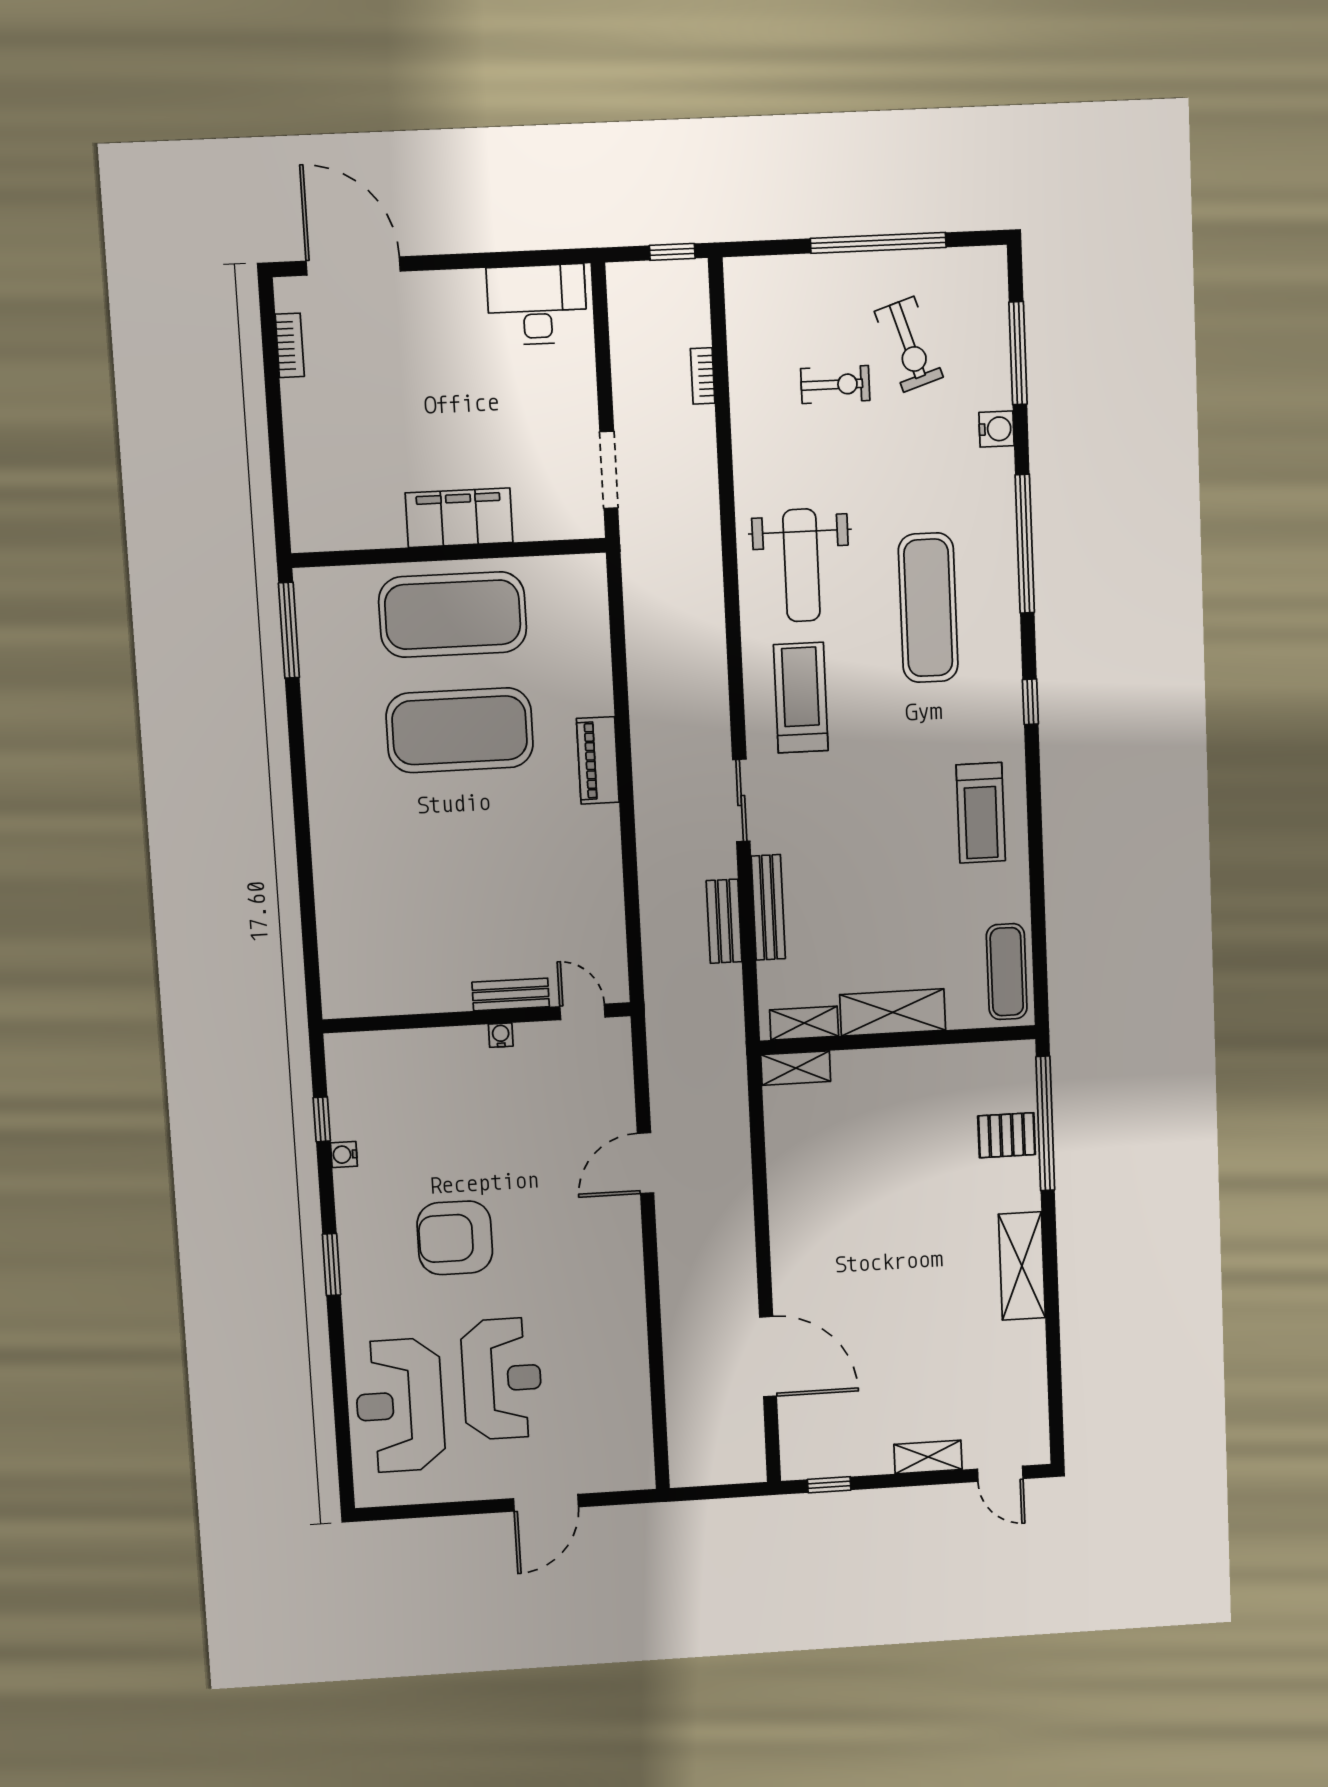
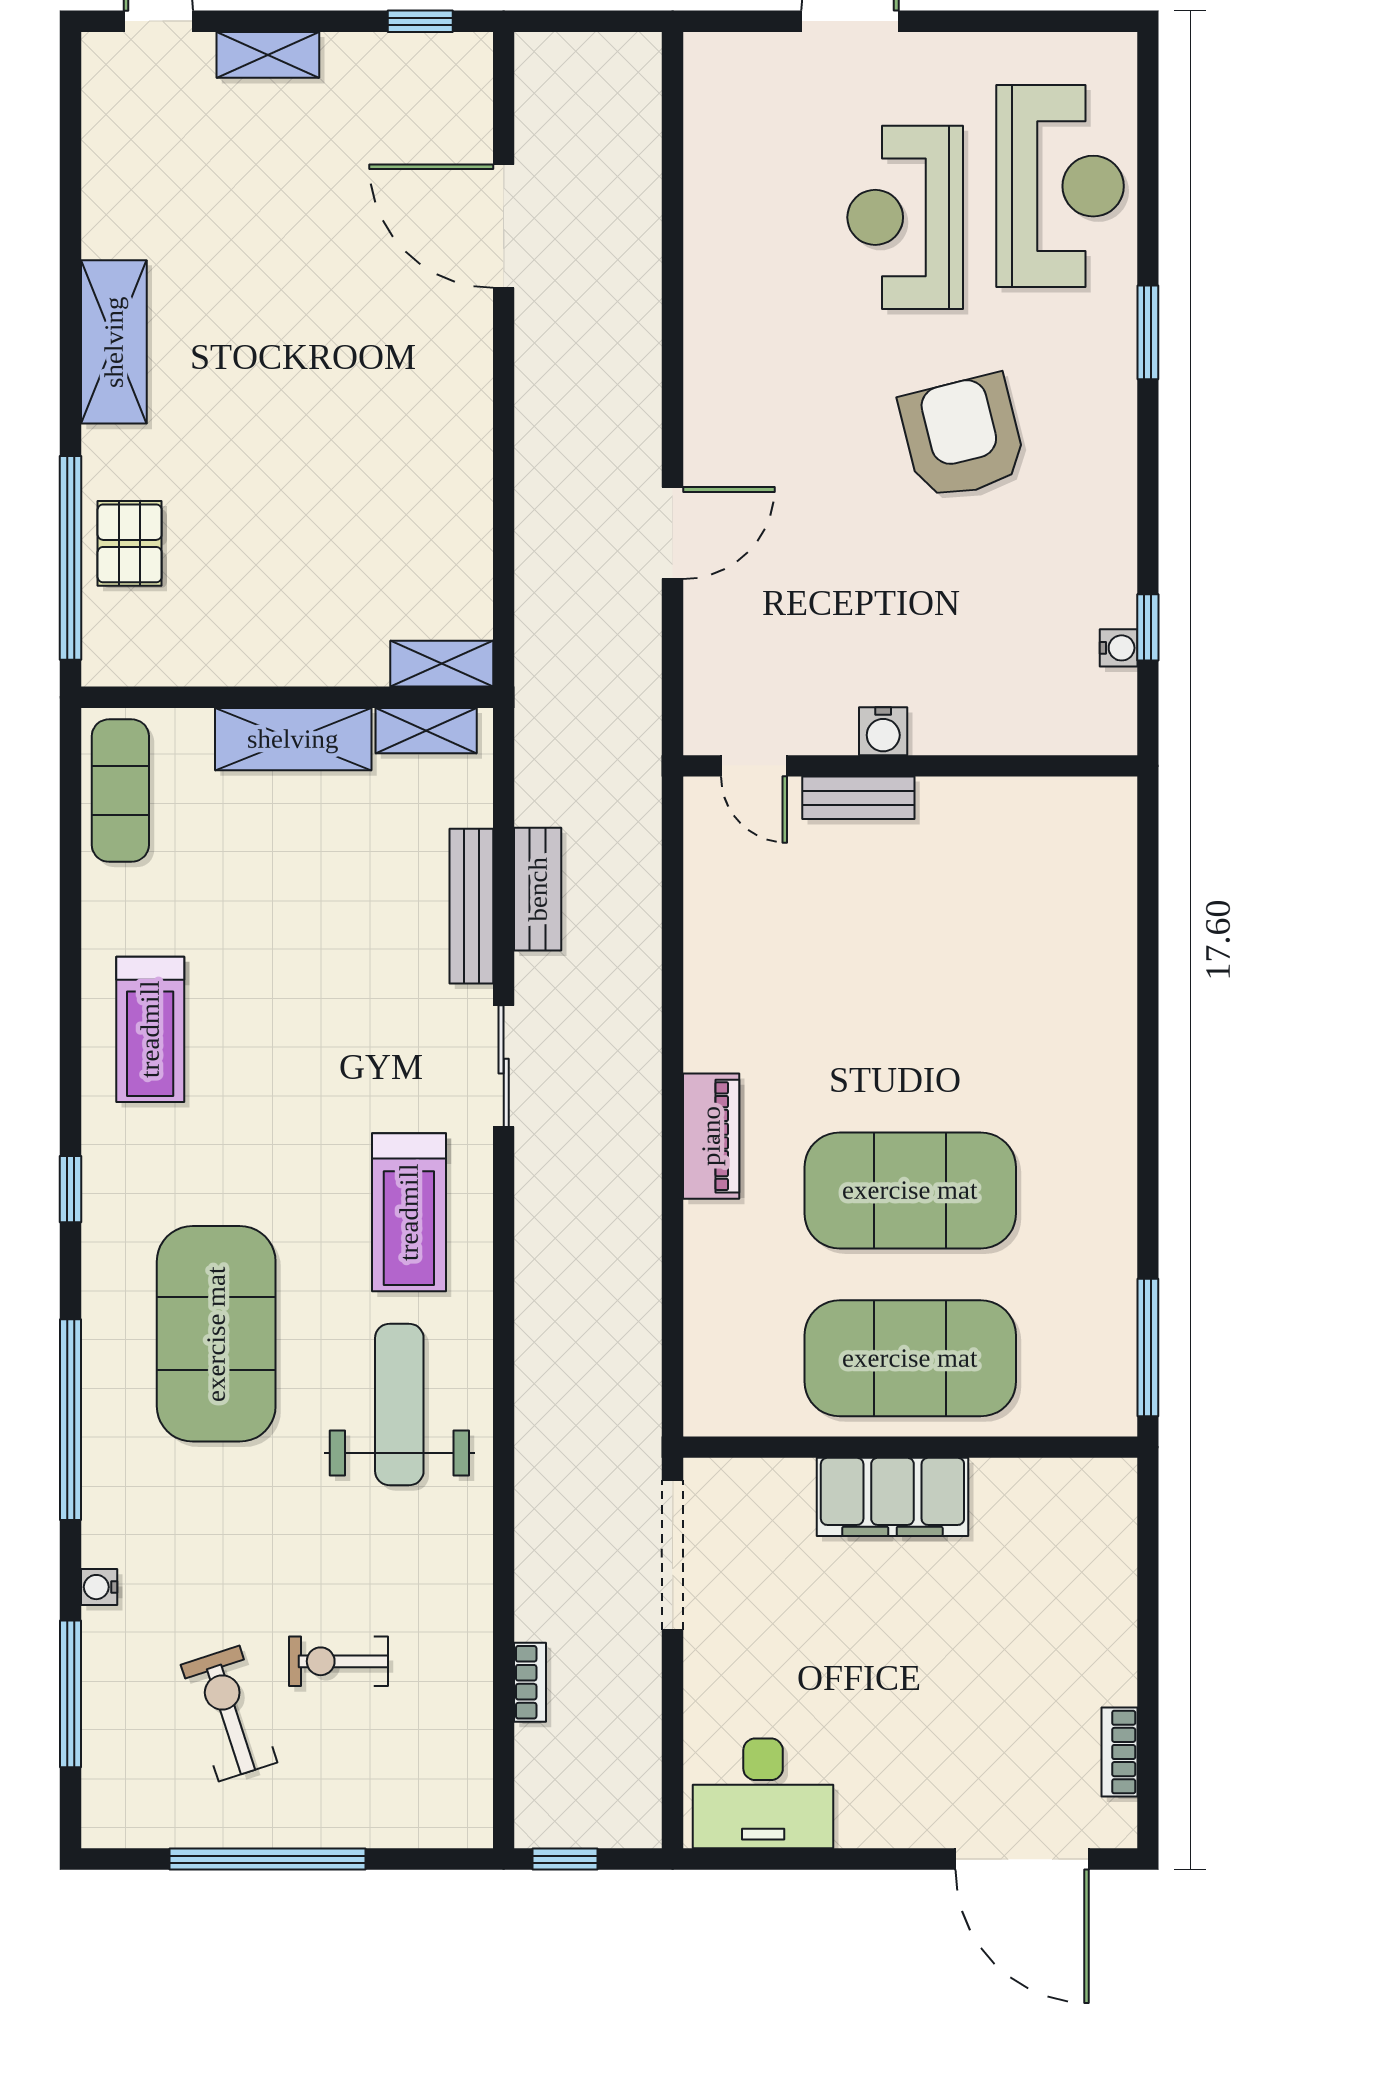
water cooler: (996, 429) -> (99, 1587), width x0.72, depth x0.72
doorway: (609, 470) -> (673, 1555), width x1.36
exercise mat: (928, 608) -> (216, 1334), width x1.47
treadmill: (981, 813) -> (150, 1029), turned 180
water cooler: (501, 1035) -> (883, 731), width x1.38, depth x1.38
pallet: (1007, 1135) -> (130, 543), turned 90
water cooler: (344, 1155) -> (1119, 648), moved
armchair: (455, 1238) -> (963, 437), turned -104
window: (331, 1265) -> (1148, 332), moved

